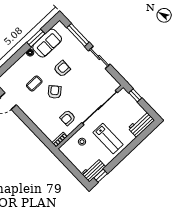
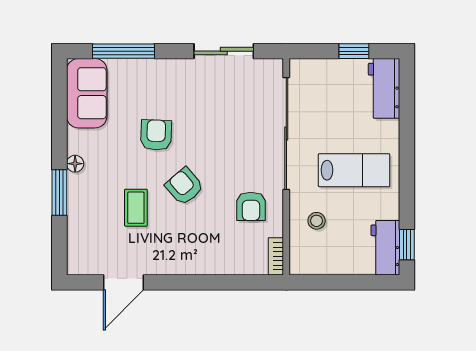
window: (36, 38) -> (59, 192), moved
sofa: (47, 43) -> (87, 93), moved
sliding door: (99, 57) -> (224, 51), moved
window: (135, 95) -> (354, 51), moved

